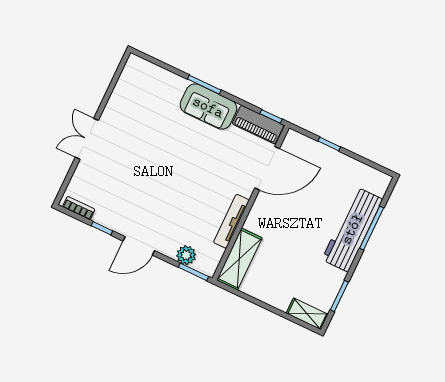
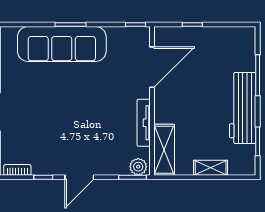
sofa: (208, 107) -> (62, 44), width x1.85, depth x1.27
piano: (258, 125) -> (128, 36), removed
workbench: (352, 229) -> (243, 108), moved
plant: (186, 255) -> (138, 167), moved
shelving: (307, 314) -> (211, 168), moved

